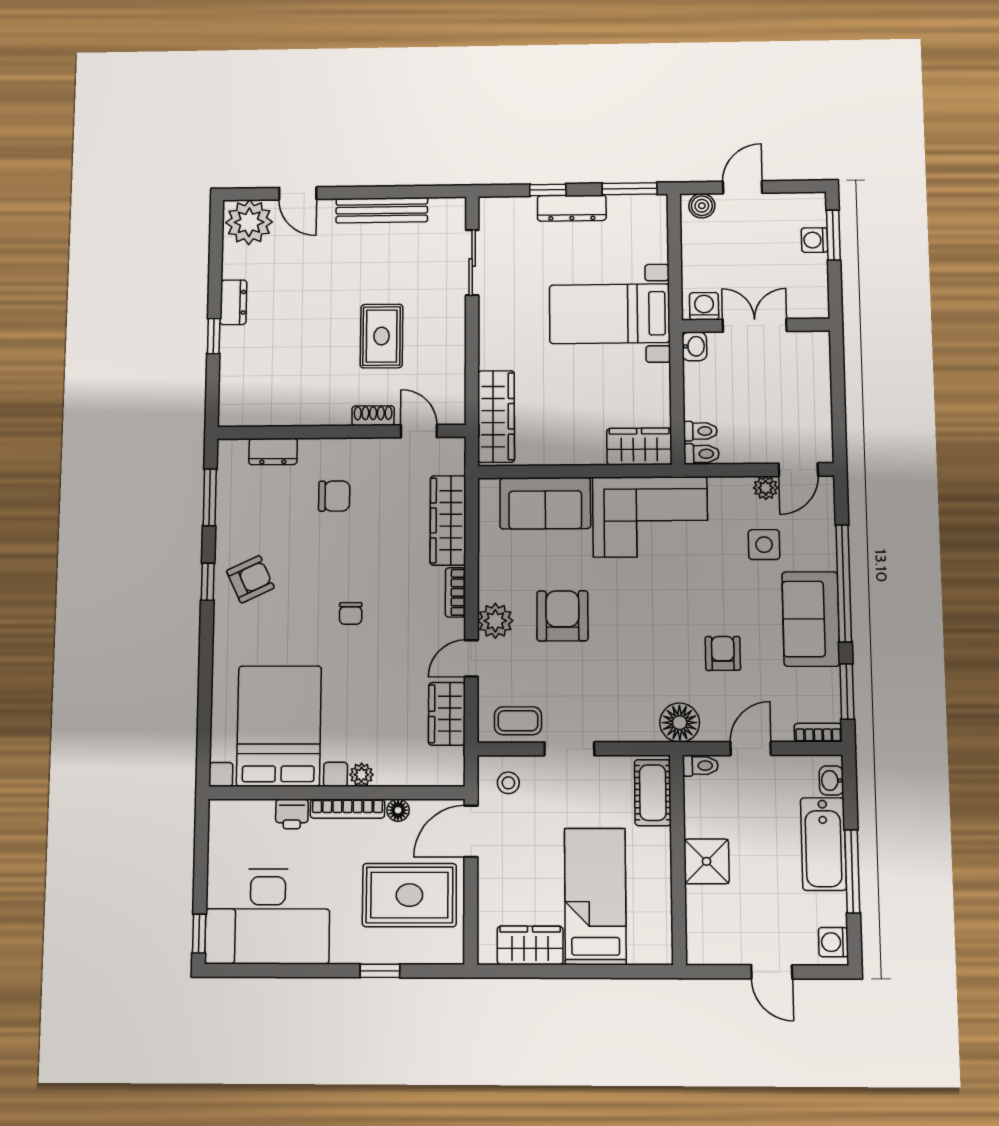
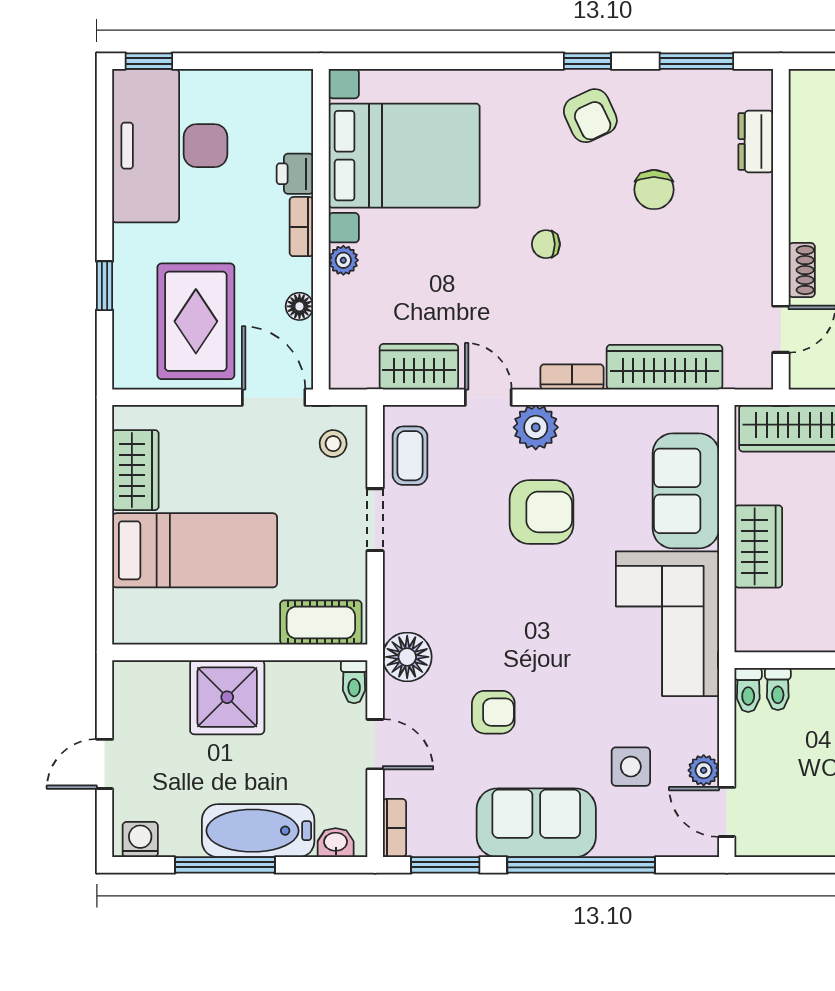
wardrobe: (639, 447) -> (758, 546), moved
chair: (334, 496) -> (654, 190), moved
bookcase: (347, 809) -> (301, 227), width x0.64
shower: (707, 861) -> (227, 697), width x1.36, depth x1.36

